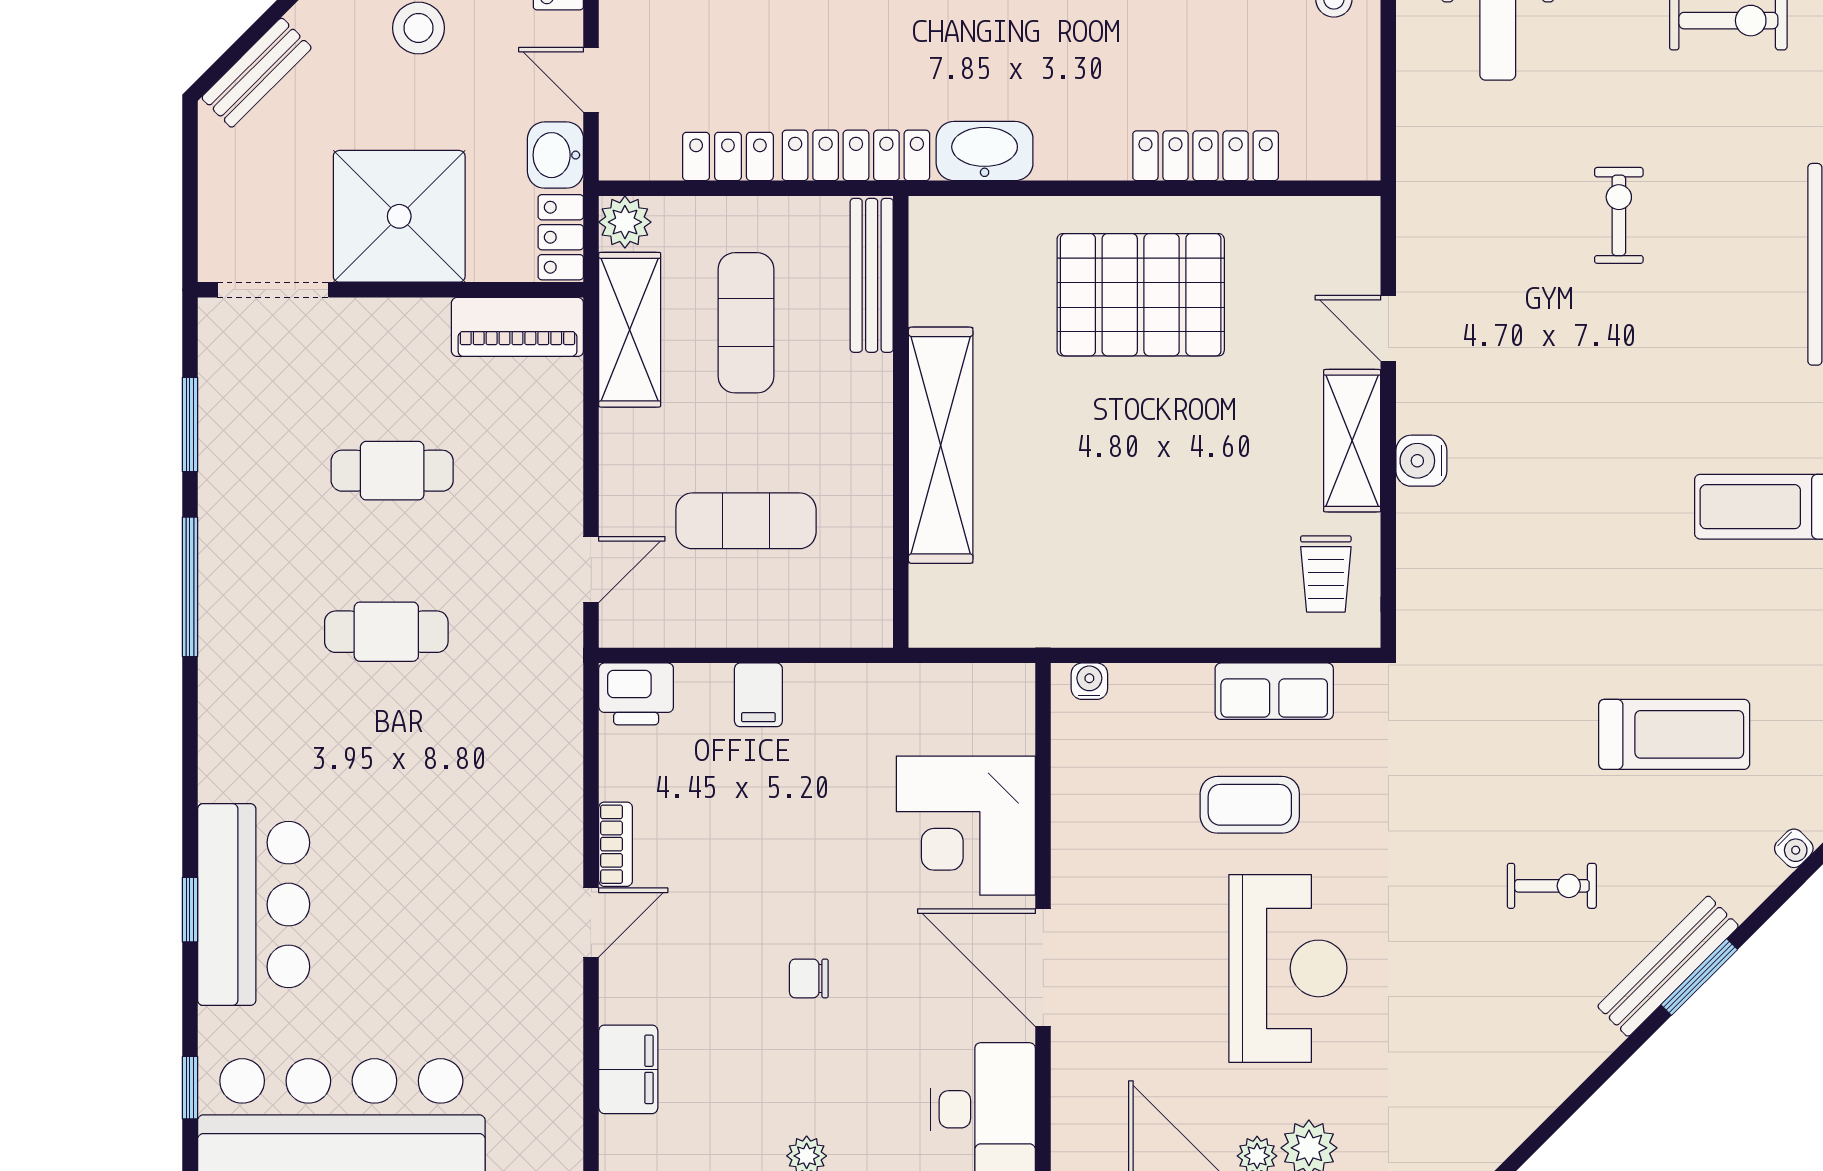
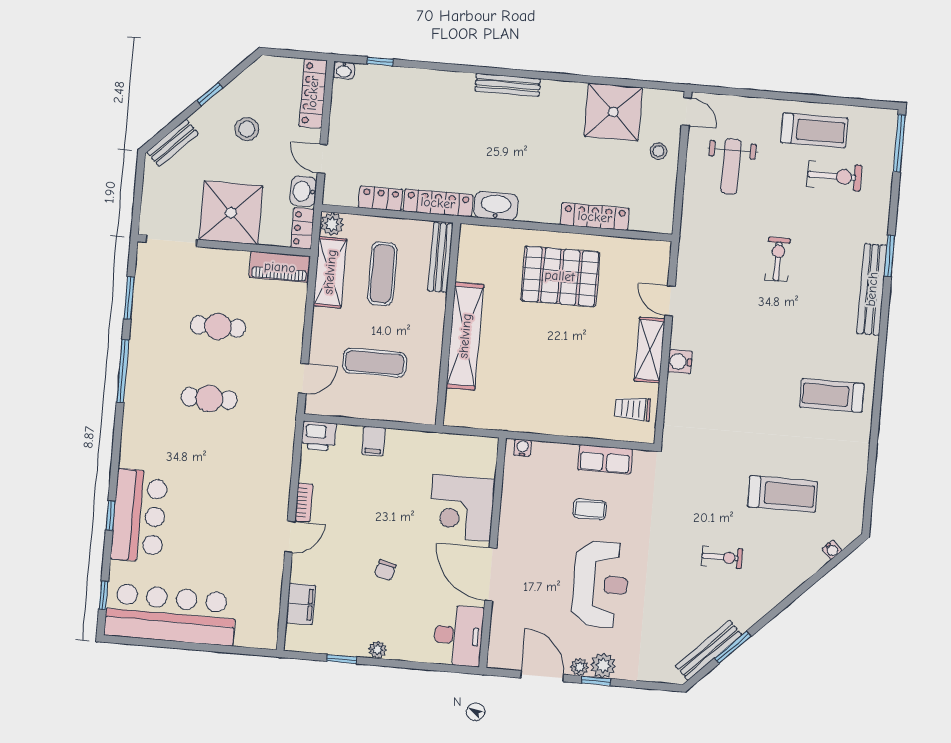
trolley: (1326, 574) -> (633, 409), turned 90
coffee table: (1250, 805) -> (590, 509), width x0.73, depth x0.77
bench: (1668, 966) -> (709, 650), moved
window: (1699, 977) -> (733, 647), moved
chair: (809, 978) -> (385, 570), turned -75

